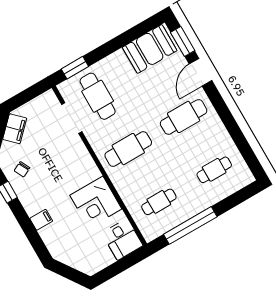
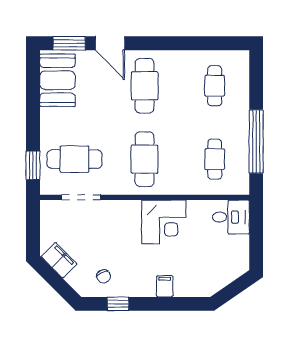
corner desk: (96, 202) -> (164, 222), moved

